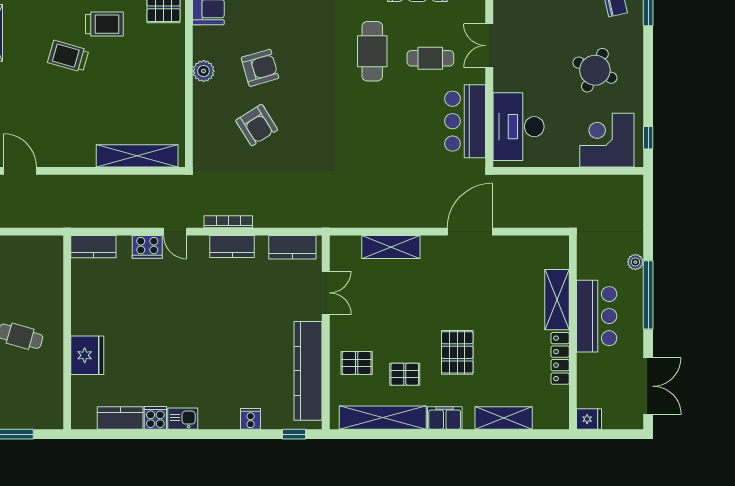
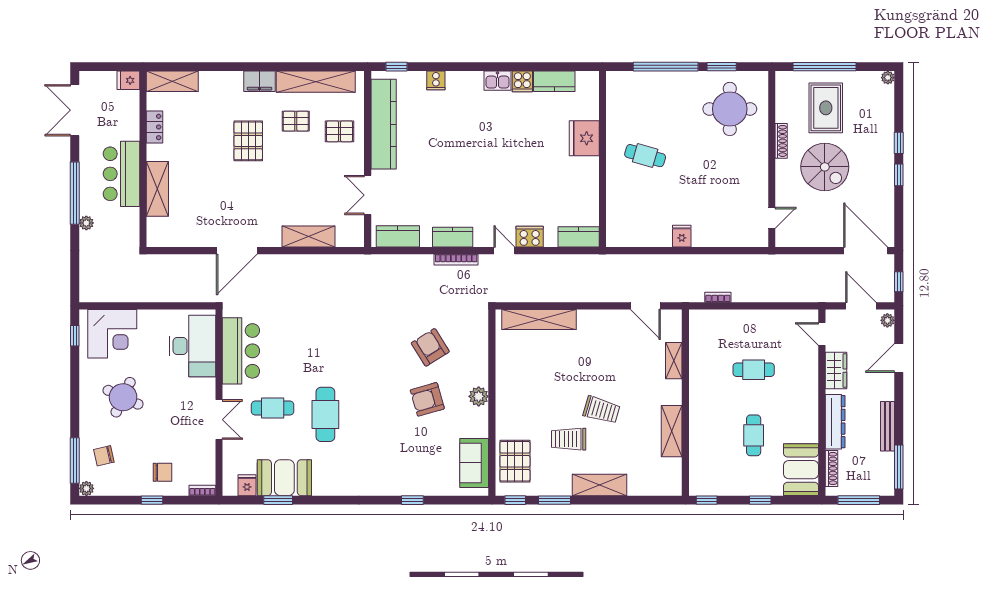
locker: (560, 358) -> (155, 127), width x0.66
shelving: (504, 418) -> (172, 81), moved

